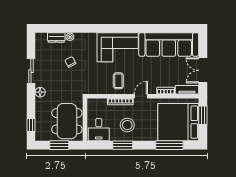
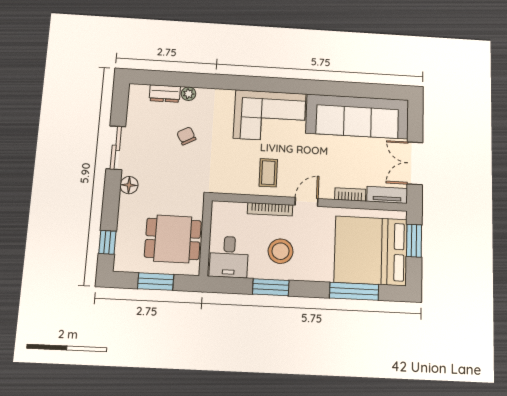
dining table: (67, 121) -> (173, 239), width x0.73

